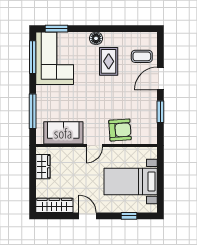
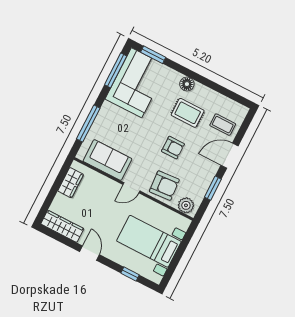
rug: (109, 61) -> (188, 113), turned 90
armchair: (111, 96) -> (173, 148), added
plant: (146, 137) -> (186, 205), added

